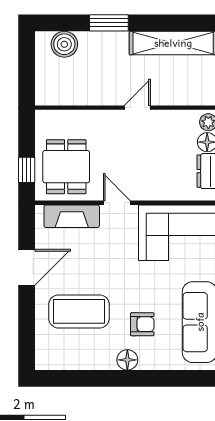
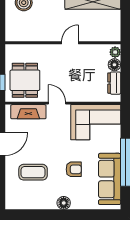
coffee table: (79, 311) -> (33, 172), width x0.73, depth x0.76
armchair: (142, 324) -> (74, 169), moved

